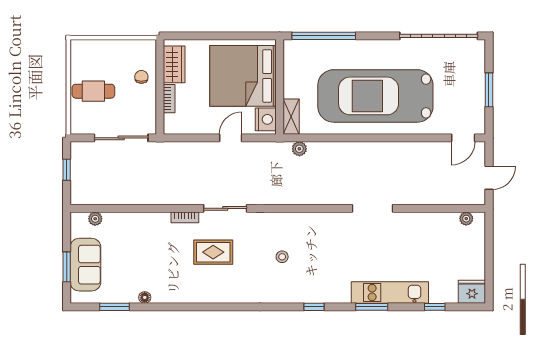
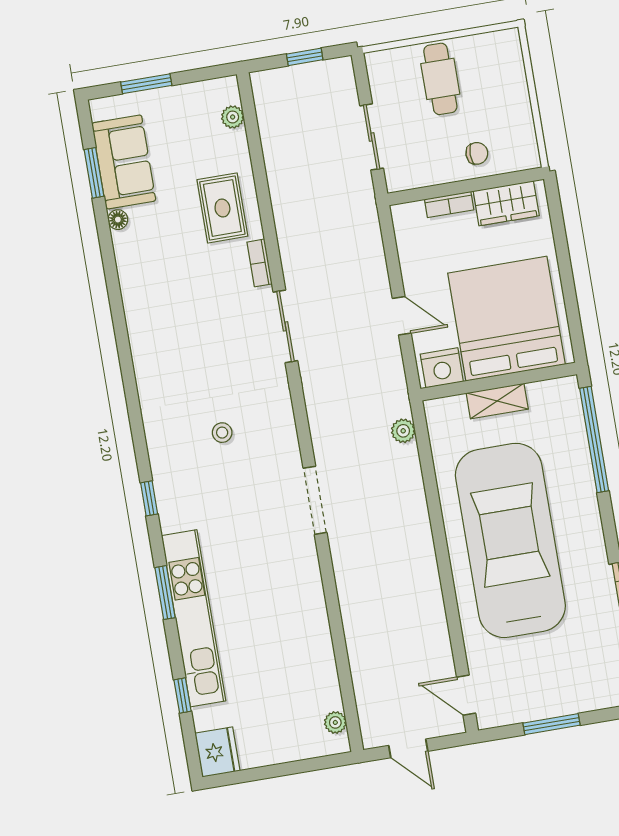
shelving: (291, 117) -> (497, 401), moved
sliding door: (121, 138) -> (372, 137), width x0.73
doorway: (373, 208) -> (315, 500), moved
rug: (213, 252) -> (222, 208), moved
sofa: (85, 265) -> (124, 162), moved, turned -90
kitchen unit: (390, 293) -> (194, 618), width x1.36

